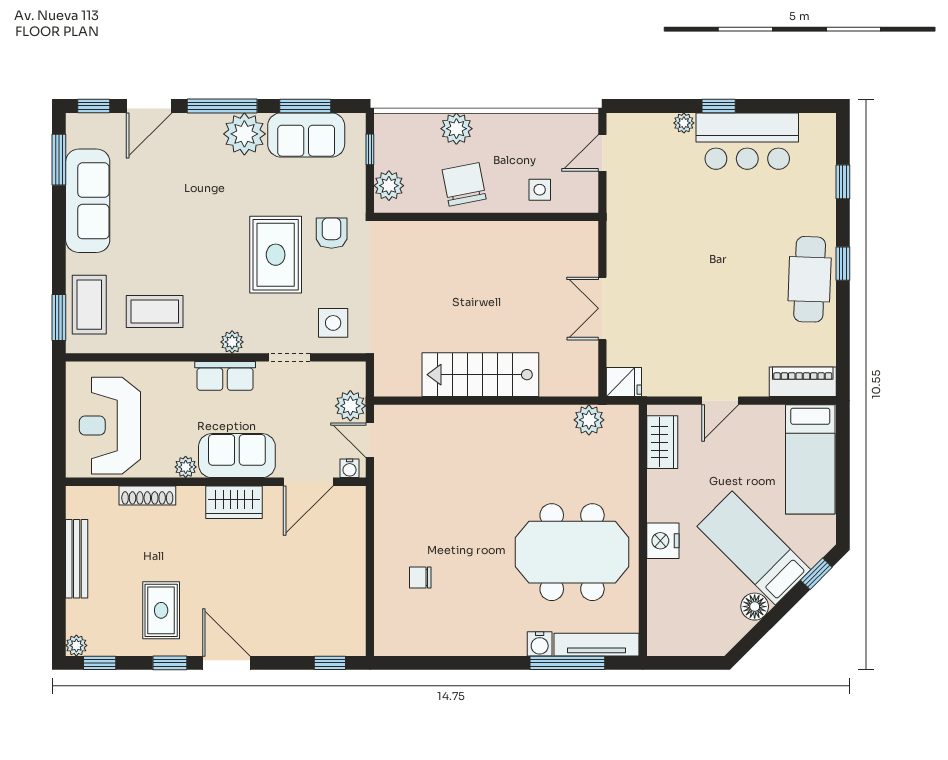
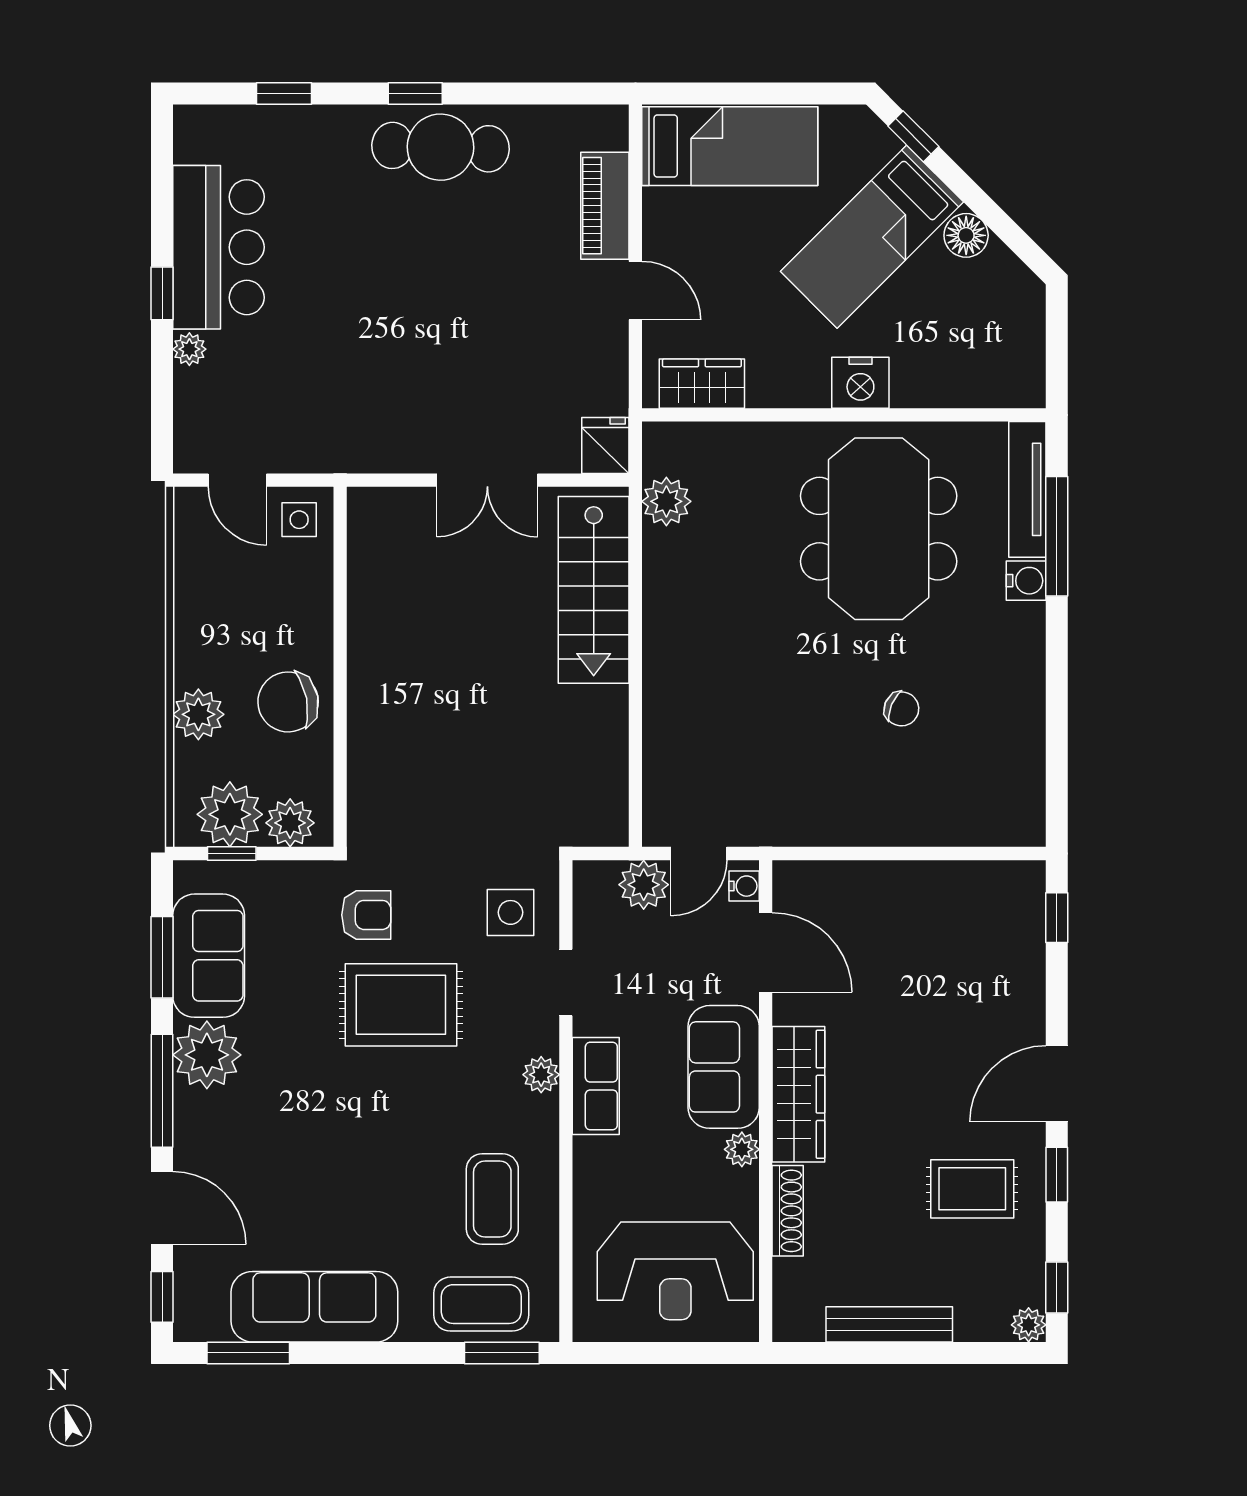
plant: (394, 148) -> (230, 814), added
side table: (540, 190) -> (299, 520), moved
armchair: (332, 233) -> (366, 915), turned 180
stairs: (480, 375) -> (594, 590), moved
piano: (803, 382) -> (605, 206), moved
wardrobe: (234, 502) -> (798, 1094), width x1.50
chair: (420, 578) -> (901, 709), moved, turned -67

